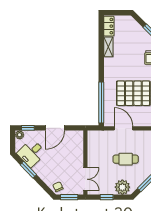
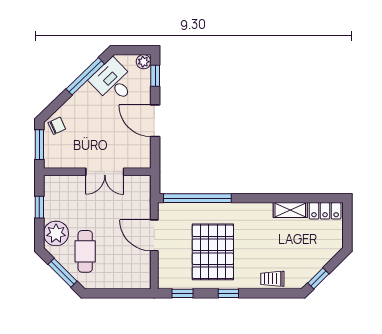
door: (123, 128) -> (154, 235), swing flipped
cafe table: (126, 159) -> (85, 251), moved
window: (28, 170) -> (85, 76), width x1.44
double door: (85, 179) -> (105, 172), moved

